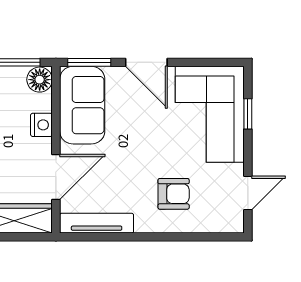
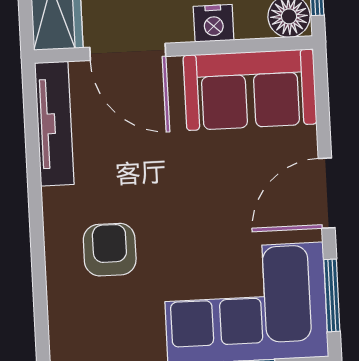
window: (89, 62) -> (332, 295), moved
armchair: (174, 194) -> (110, 250), turned 180

